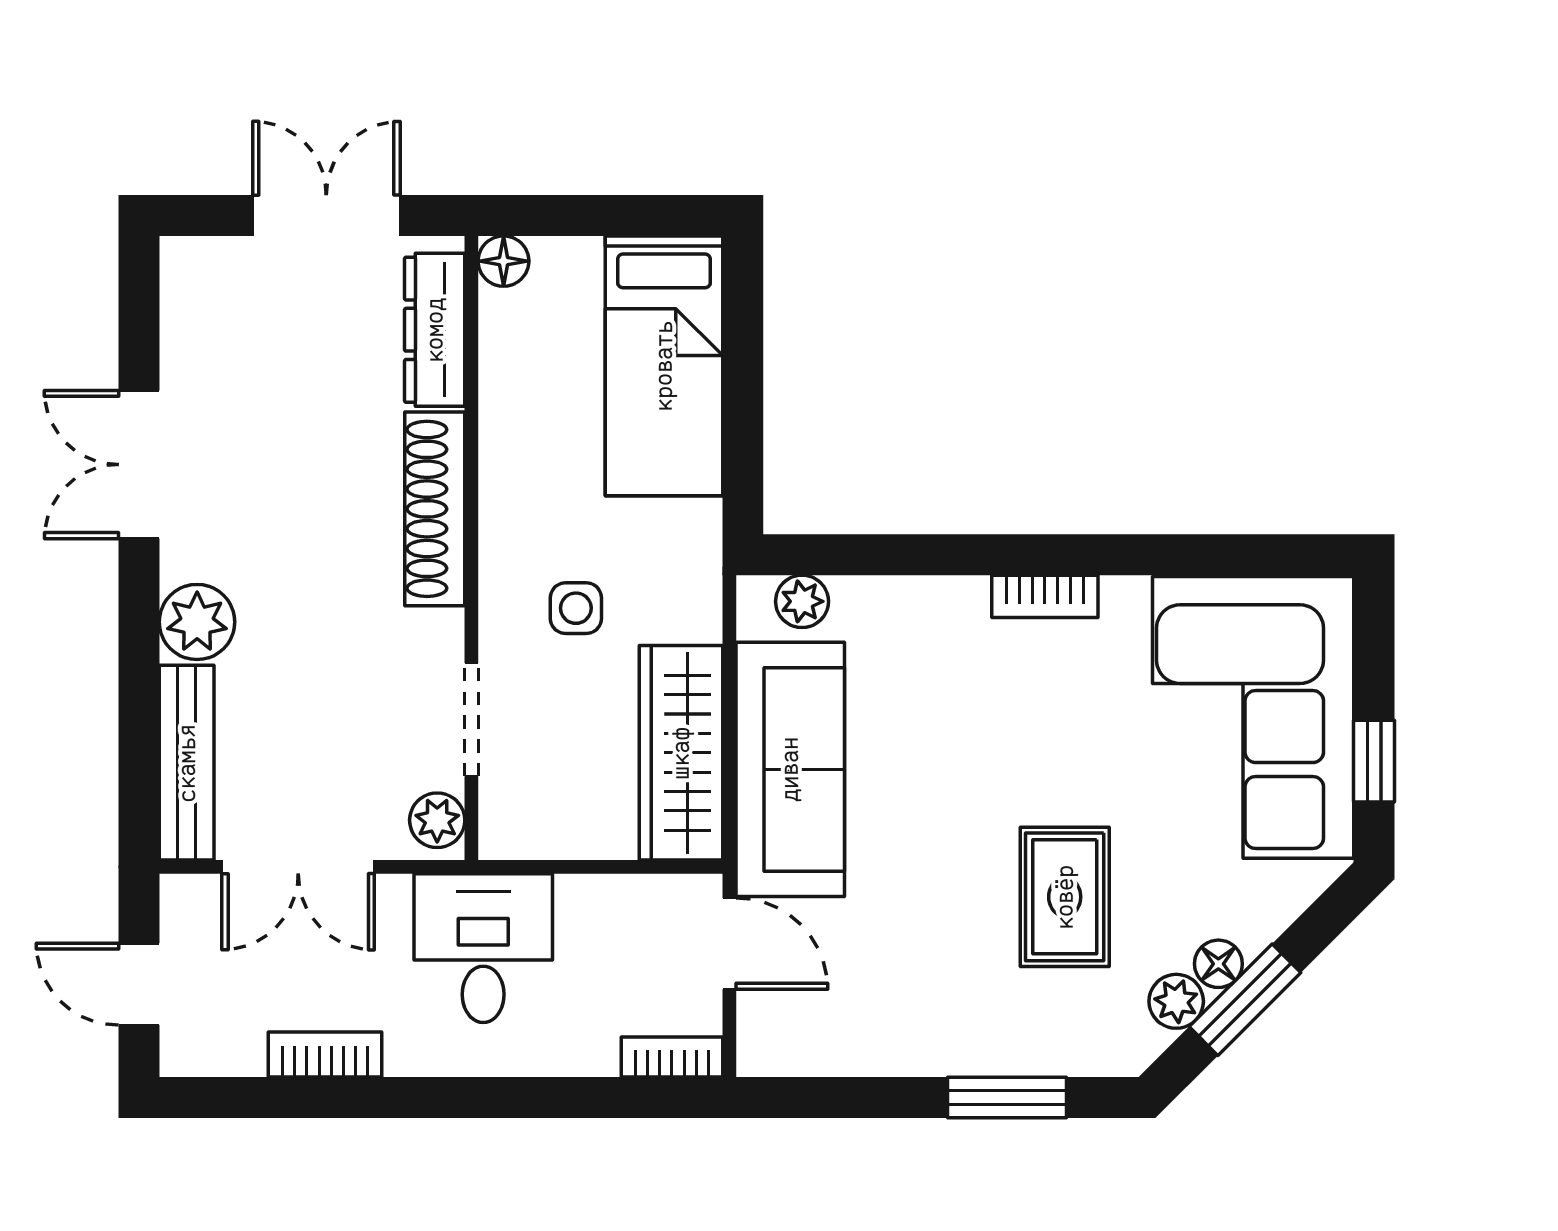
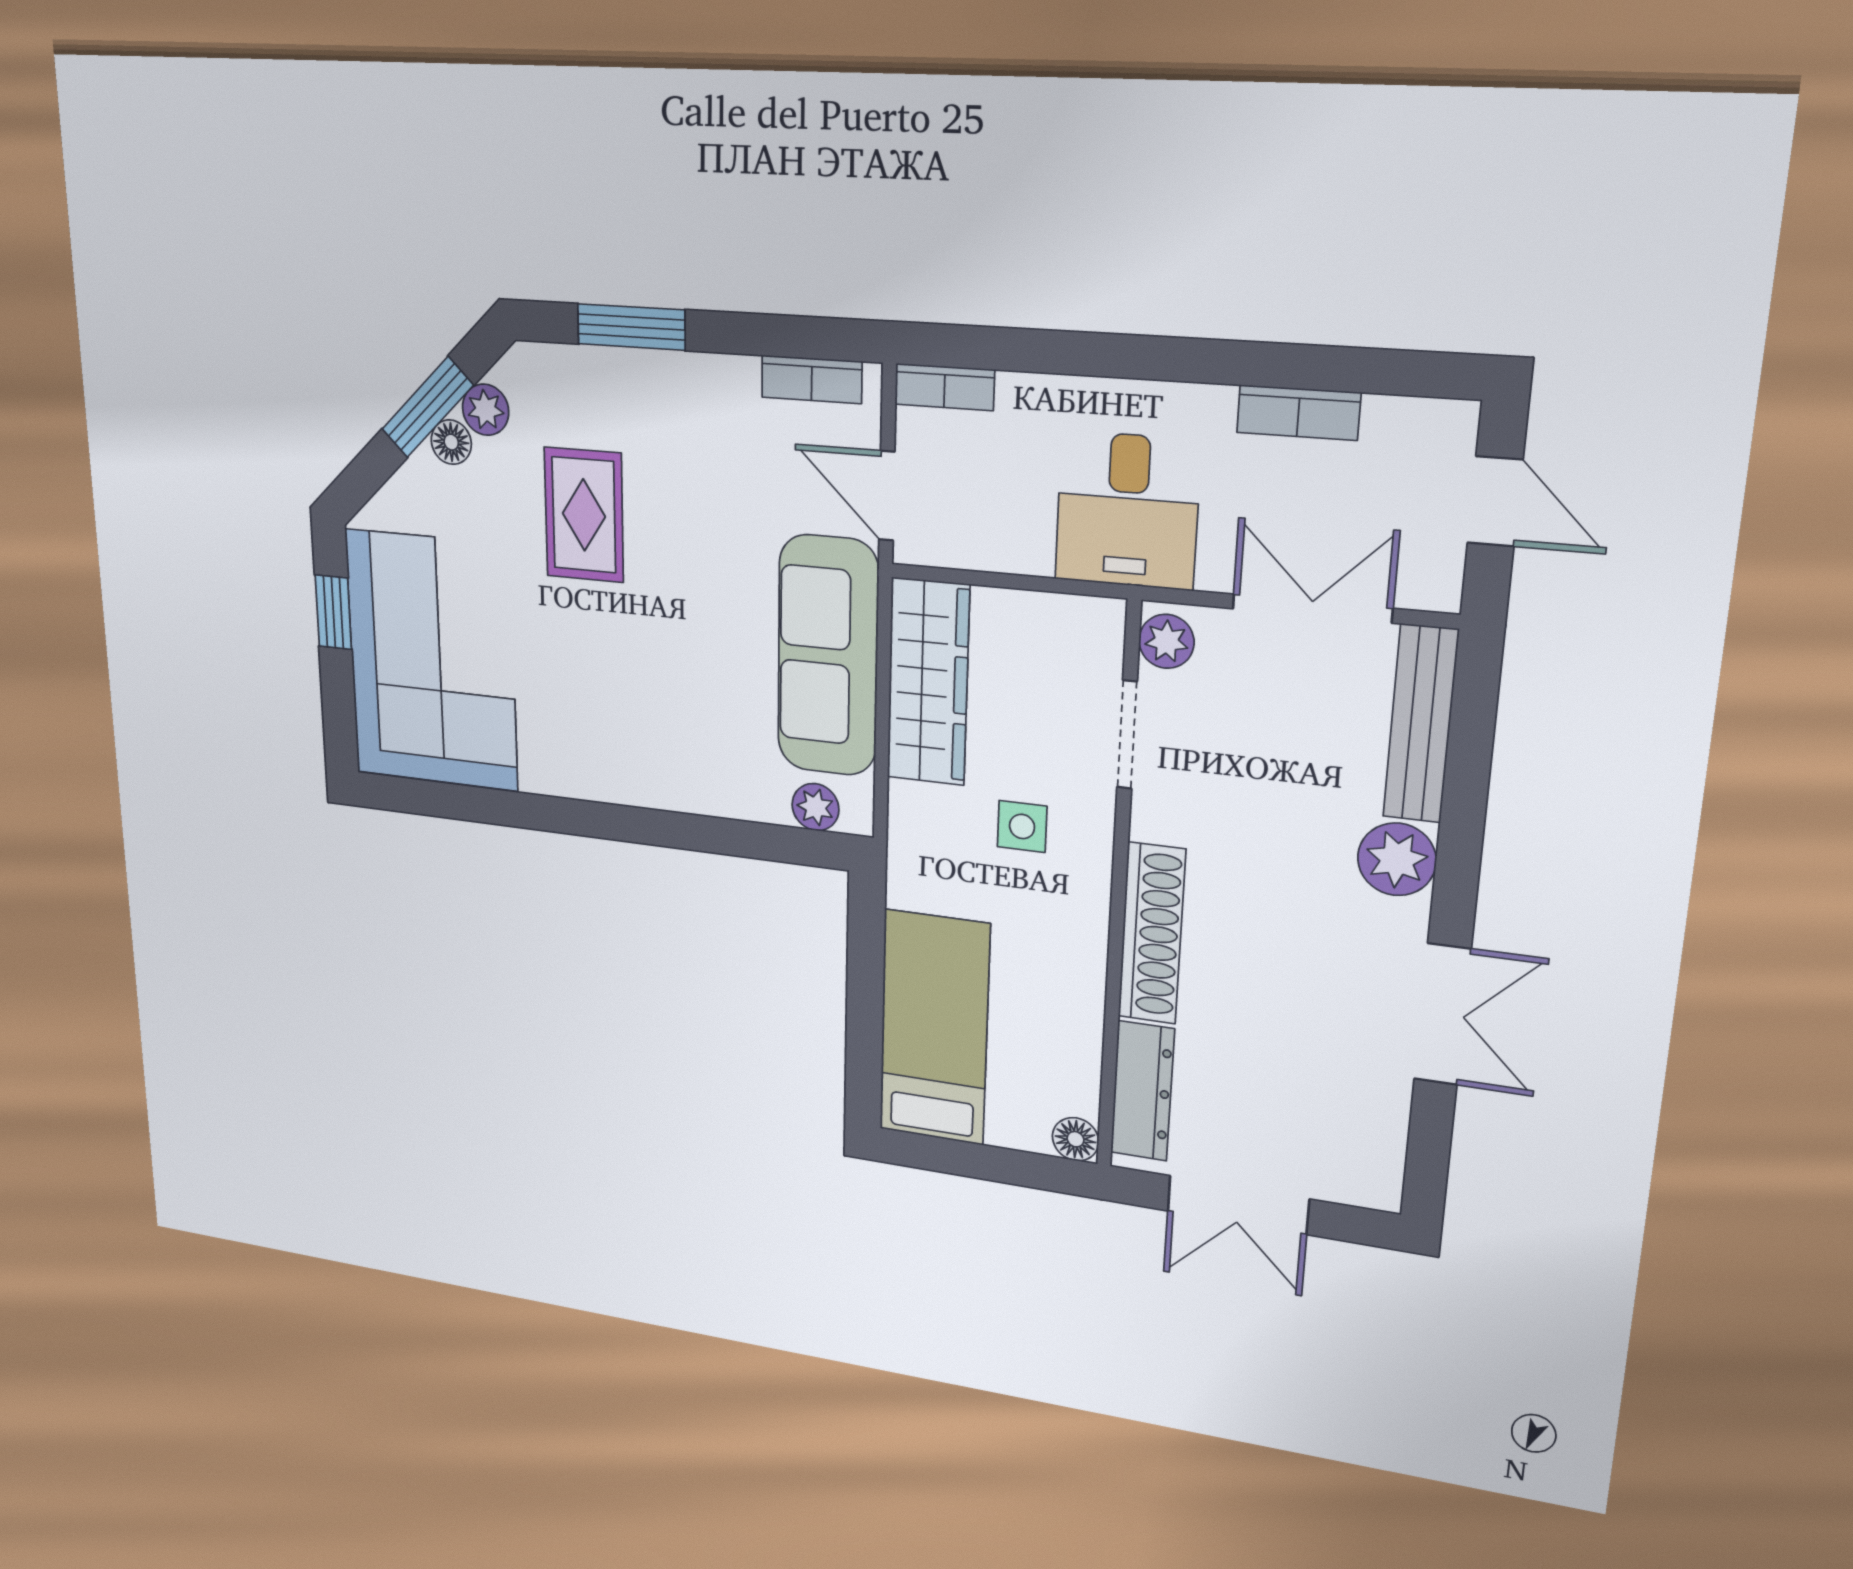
bookcase: (1045, 596) -> (812, 379), moved, turned 180

